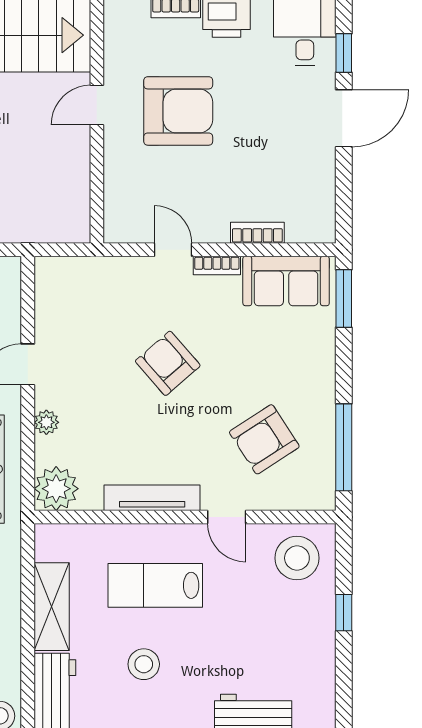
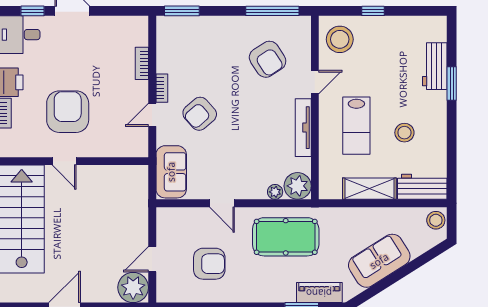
sofa: (286, 281) -> (171, 172), moved
armchair: (168, 363) -> (200, 114), moved
plant: (46, 422) -> (275, 192), moved

